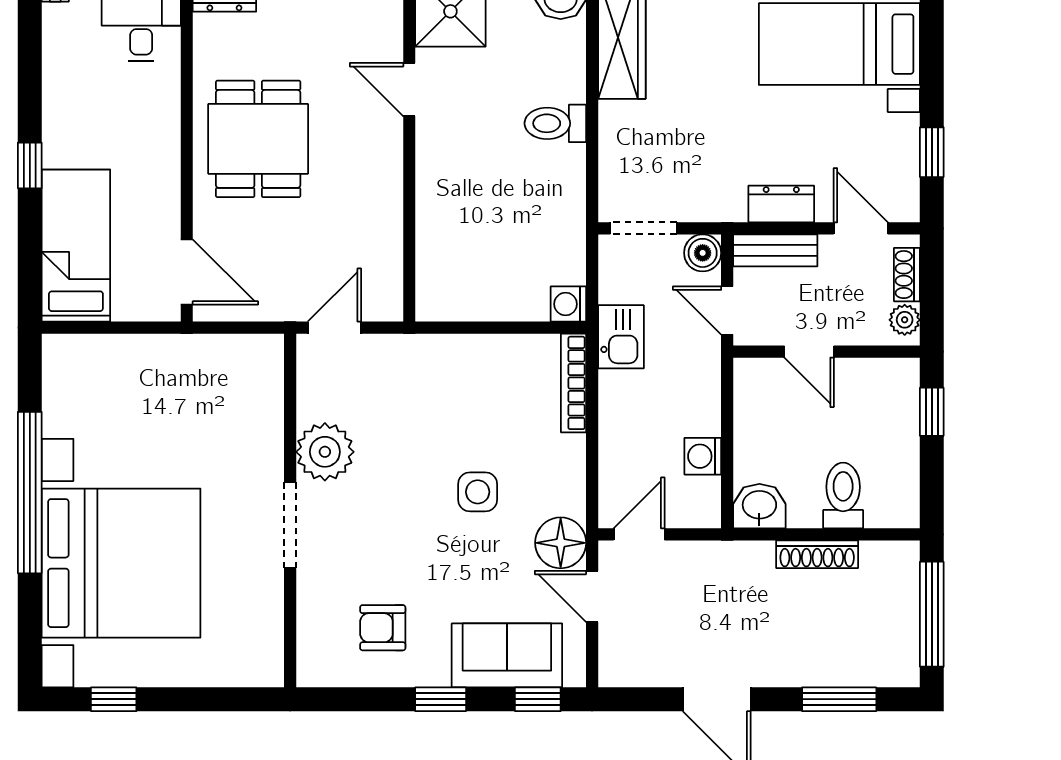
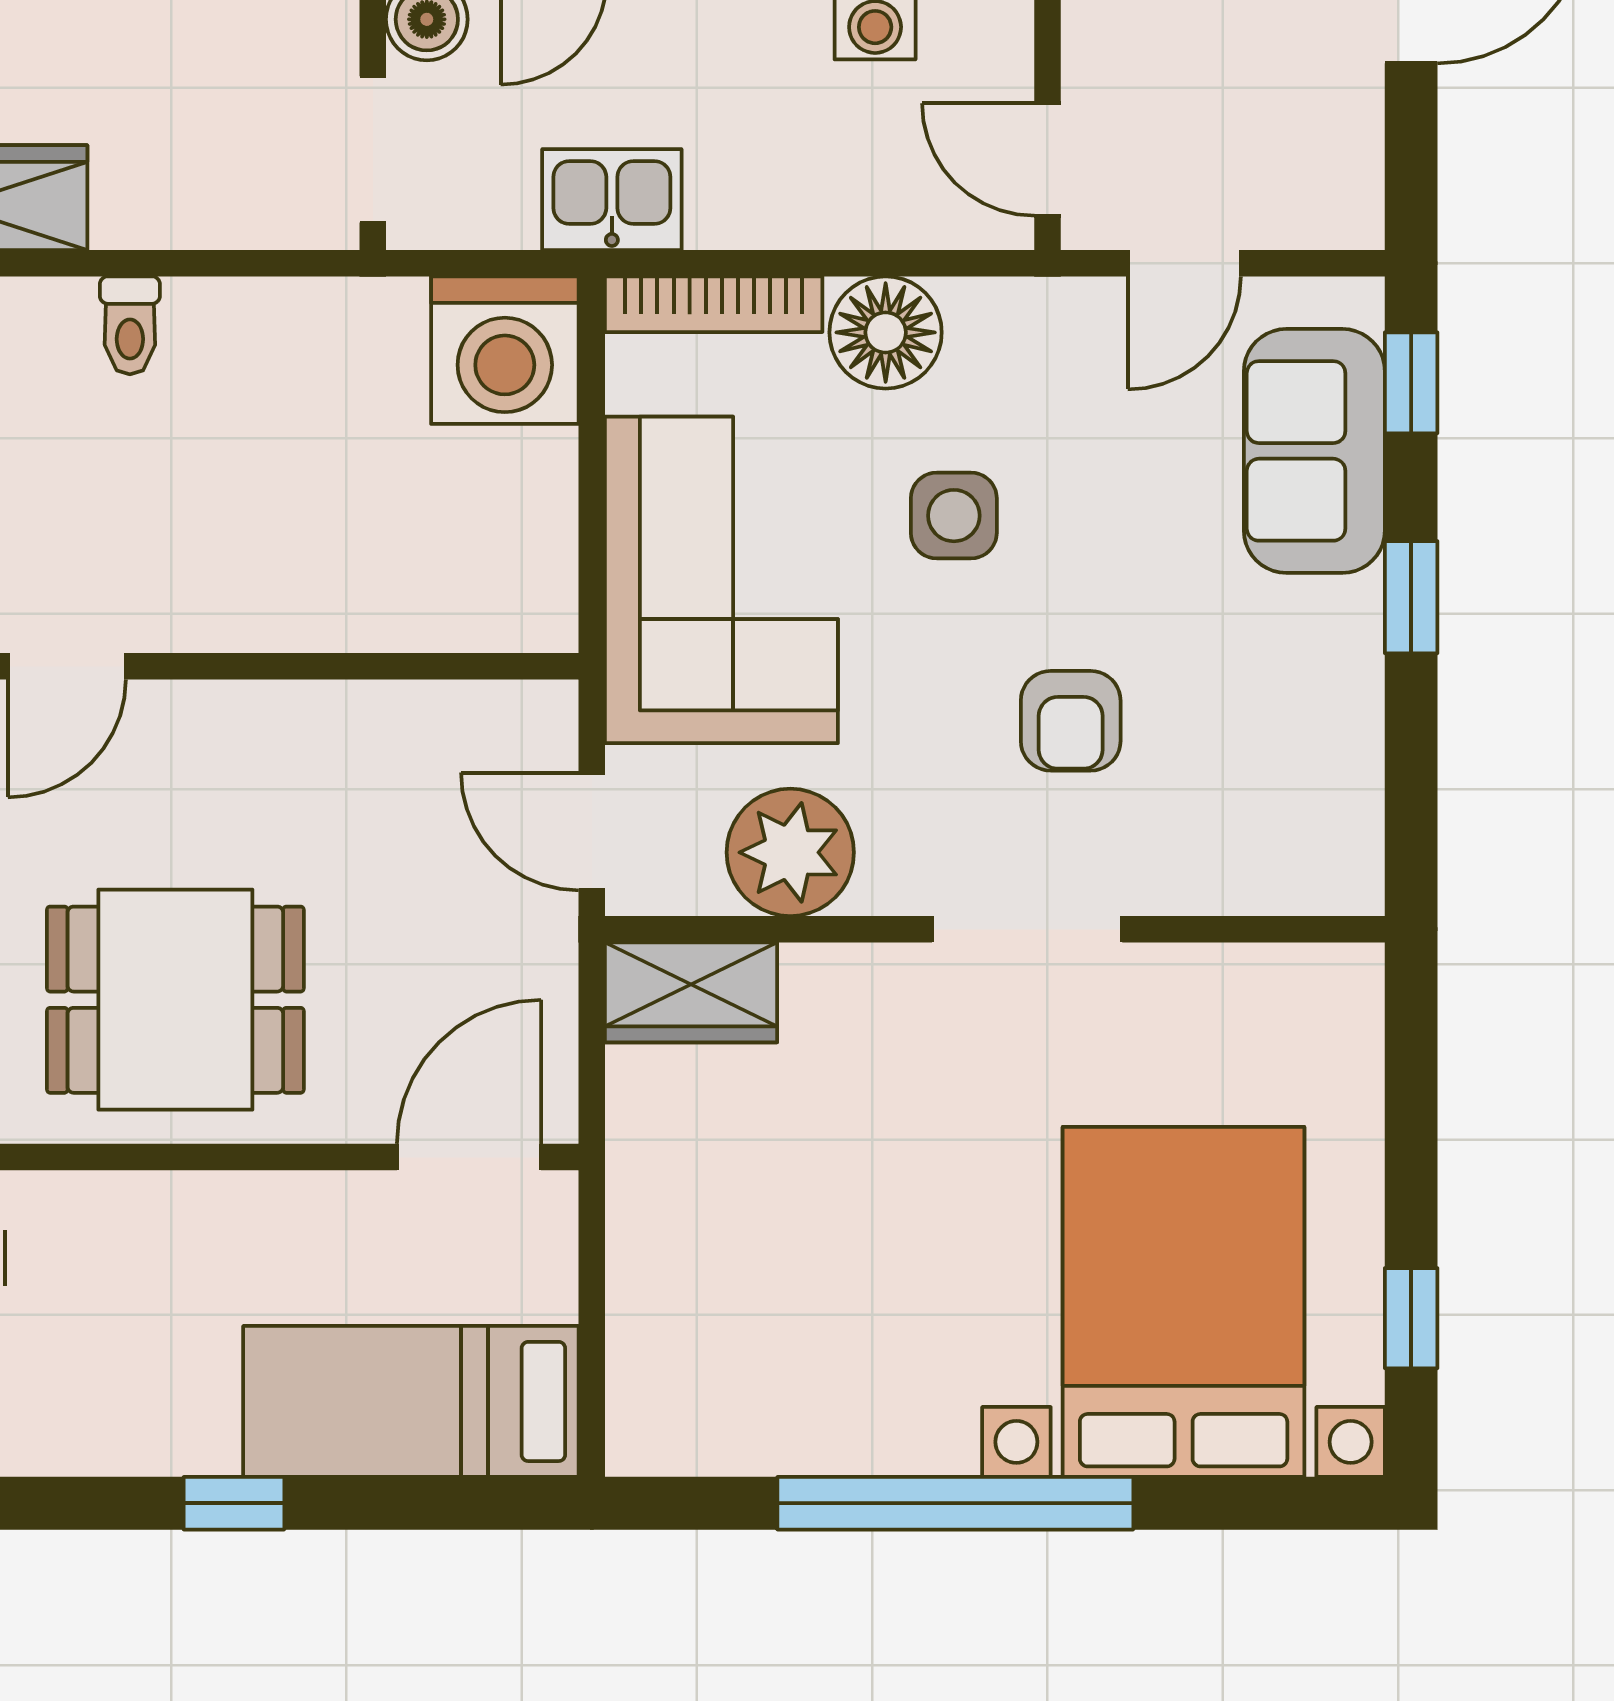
toilet: (555, 123) -> (130, 325), width x0.73, depth x0.72
washing machine: (568, 304) -> (505, 350), width x1.89, depth x1.89
wardrobe: (261, 373) -> (691, 992), added
corner sofa: (448, 387) -> (721, 580), added
plant: (325, 452) -> (790, 852), moved
floor lamp: (561, 543) -> (886, 332), moved
bed with nightstands: (121, 563) -> (1184, 1302), width x0.73
armchair: (383, 628) -> (1071, 721), moved

